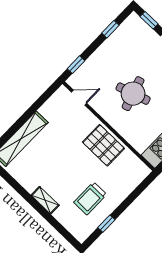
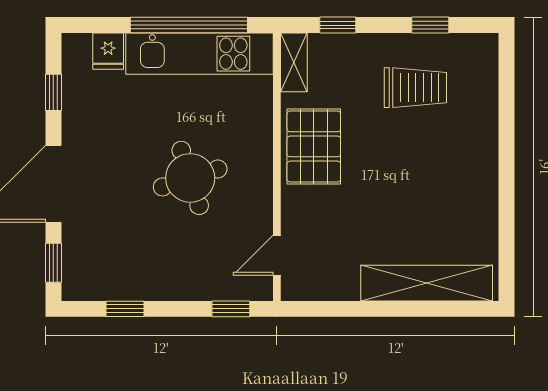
door: (79, 98) -> (277, 255), hinge flipped
window: (136, 193) -> (338, 25), added
shelving: (45, 200) -> (294, 62), moved

